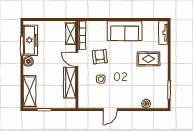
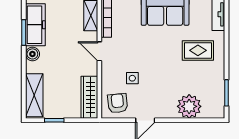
armchair: (100, 57) -> (118, 103), moved
wardrobe: (70, 82) -> (89, 97), moved
plant: (146, 104) -> (189, 106), width x1.88, depth x1.88

